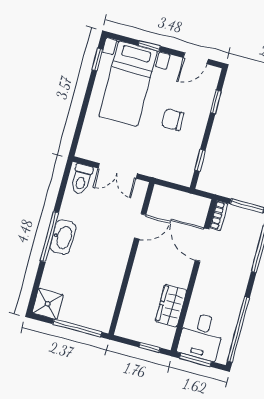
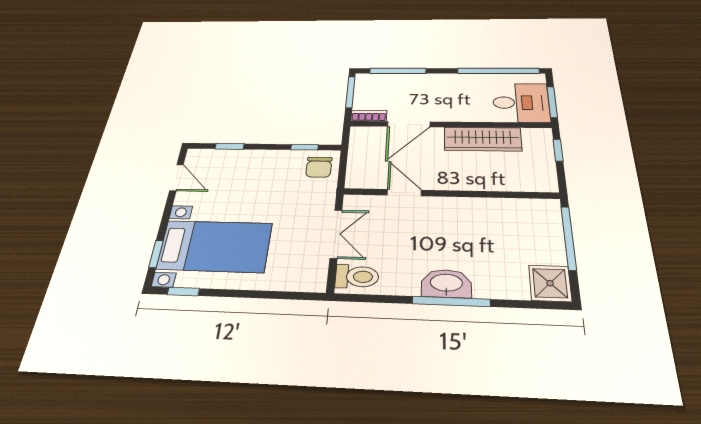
window: (149, 46) -> (156, 254), moved
chair: (173, 120) -> (319, 167), moved
wardrobe: (171, 306) -> (483, 139), width x1.50

